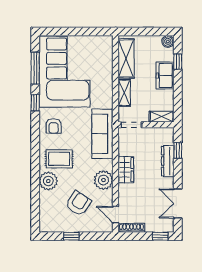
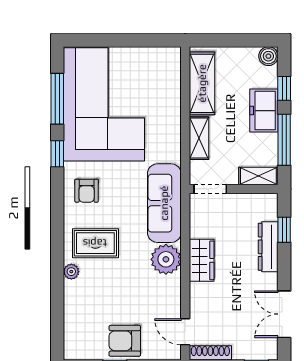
window: (178, 94) -> (284, 140), added
plant: (103, 180) -> (166, 259), moved
plant: (48, 181) -> (71, 272), width x0.53, depth x0.53
armchair: (78, 203) -> (125, 341), moved, turned -124

